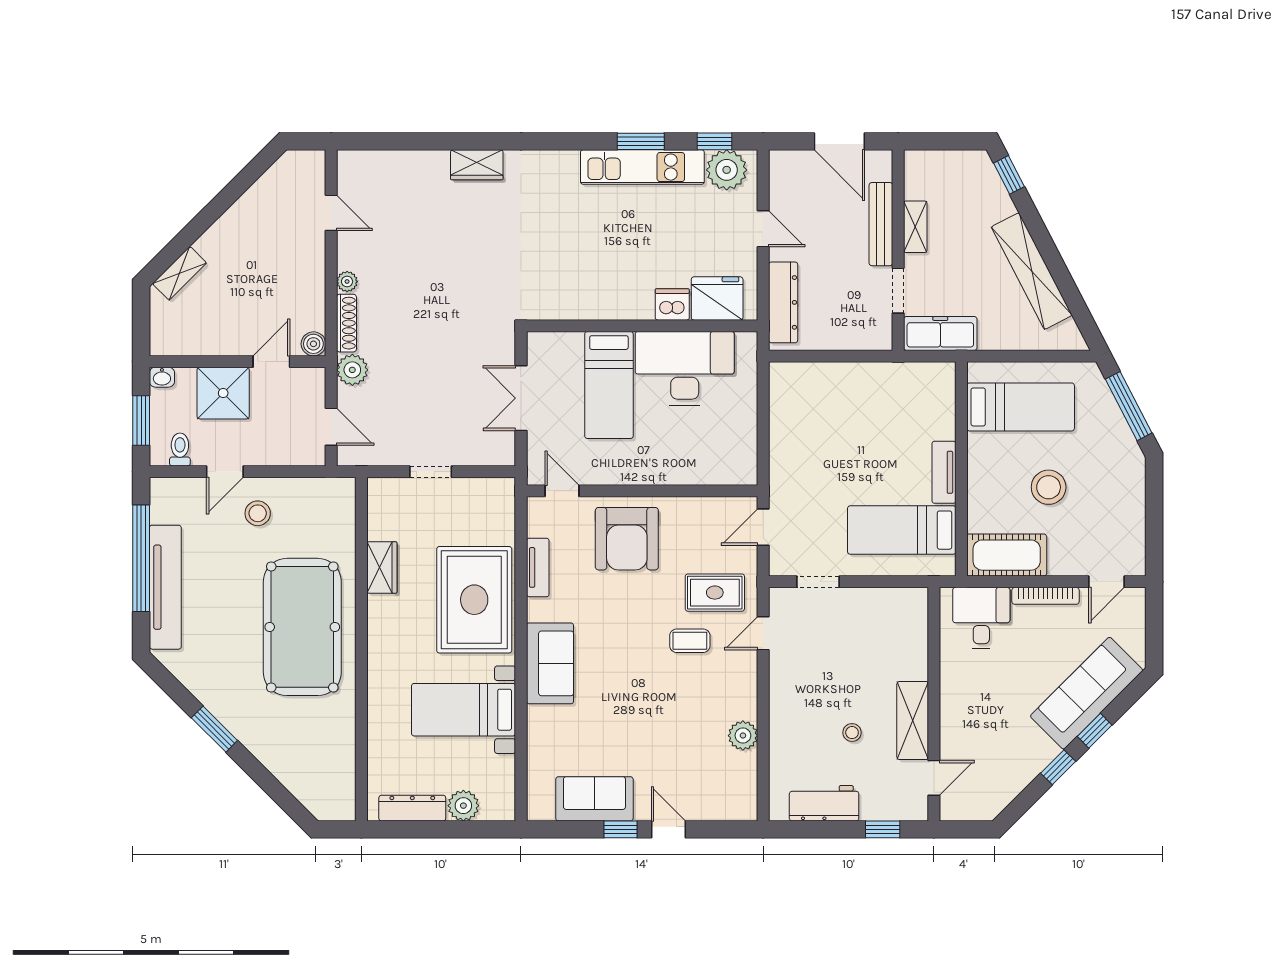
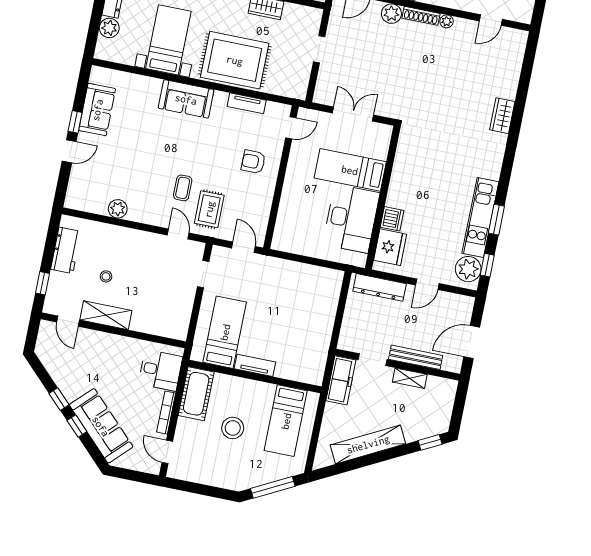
armchair: (627, 539) -> (253, 162), width x0.53, depth x0.53

